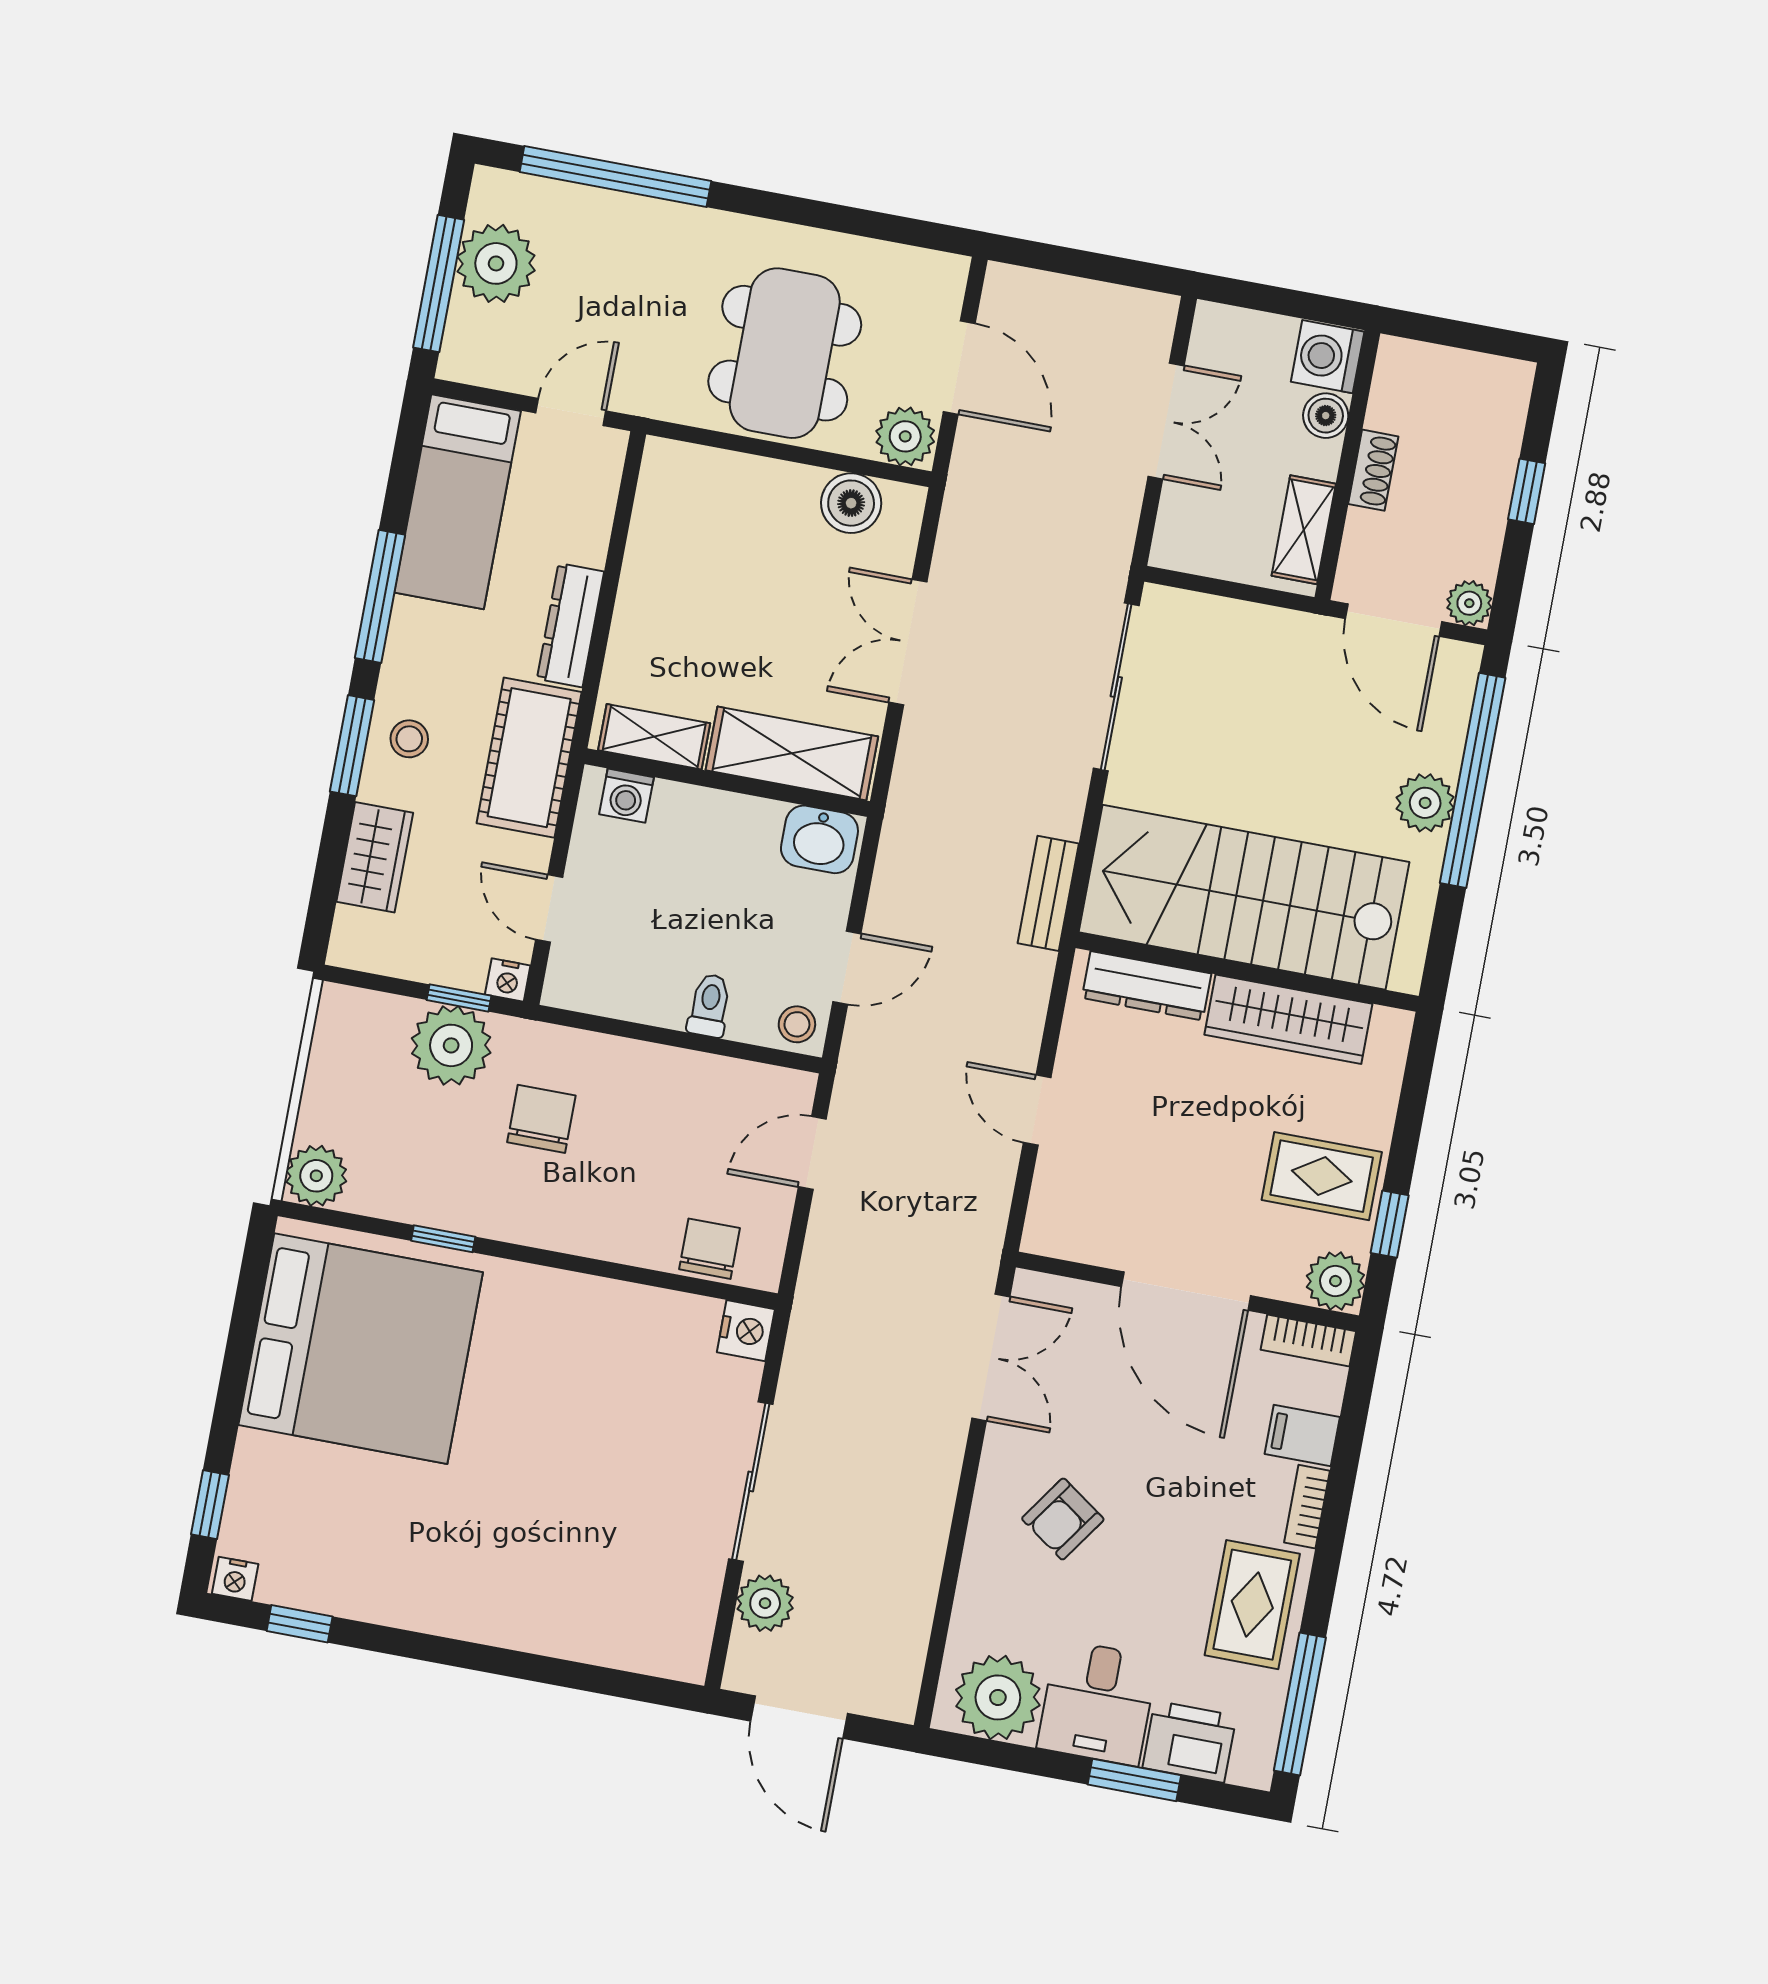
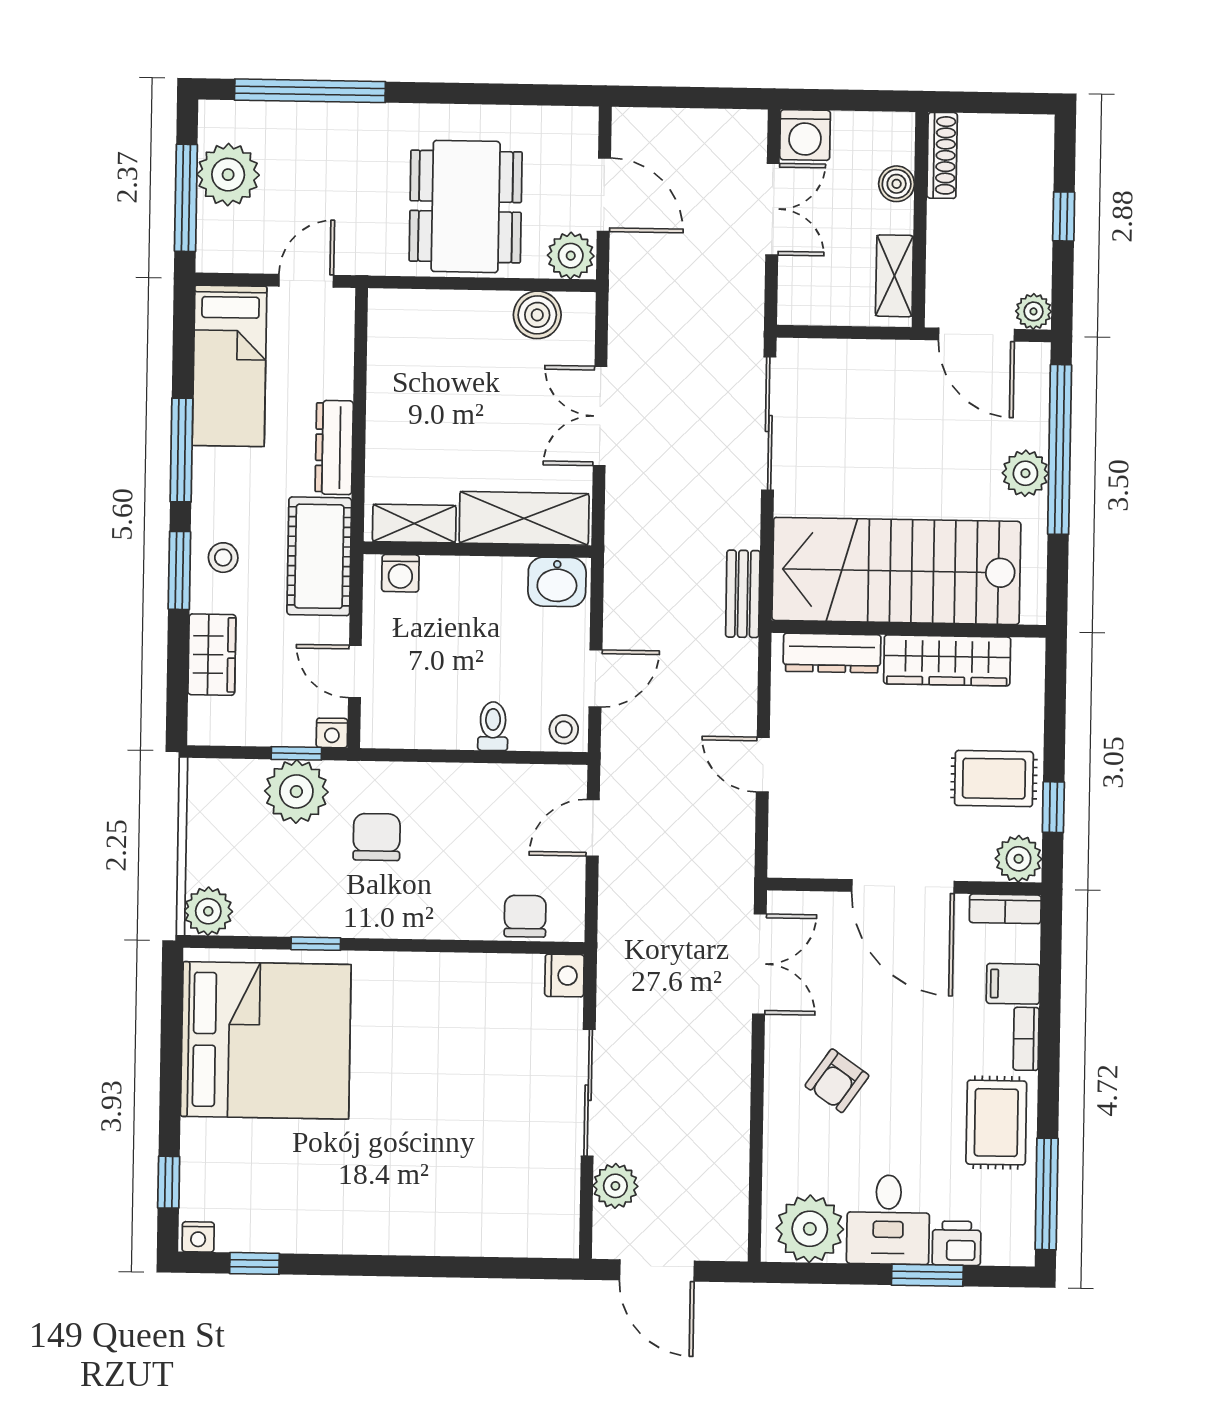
washing machine: (1328, 357) -> (805, 135), moved, turned -90
shoe rack: (1373, 470) -> (942, 155), moved, width x1.43
printer: (1189, 1742) -> (957, 1243), width x0.73, depth x0.81

